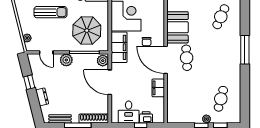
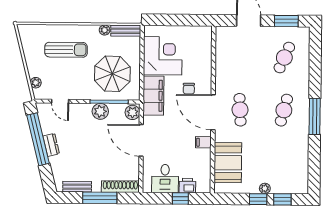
booth: (177, 27) -> (228, 163), moved
window: (245, 50) -> (315, 116), moved
plant: (66, 60) -> (100, 111), moved
window: (29, 82) -> (38, 139), width x3.17
filing cabinet: (158, 88) -> (203, 142), width x0.50
dresser: (42, 97) -> (51, 145), moved
cafe table: (221, 99) -> (284, 110), moved

